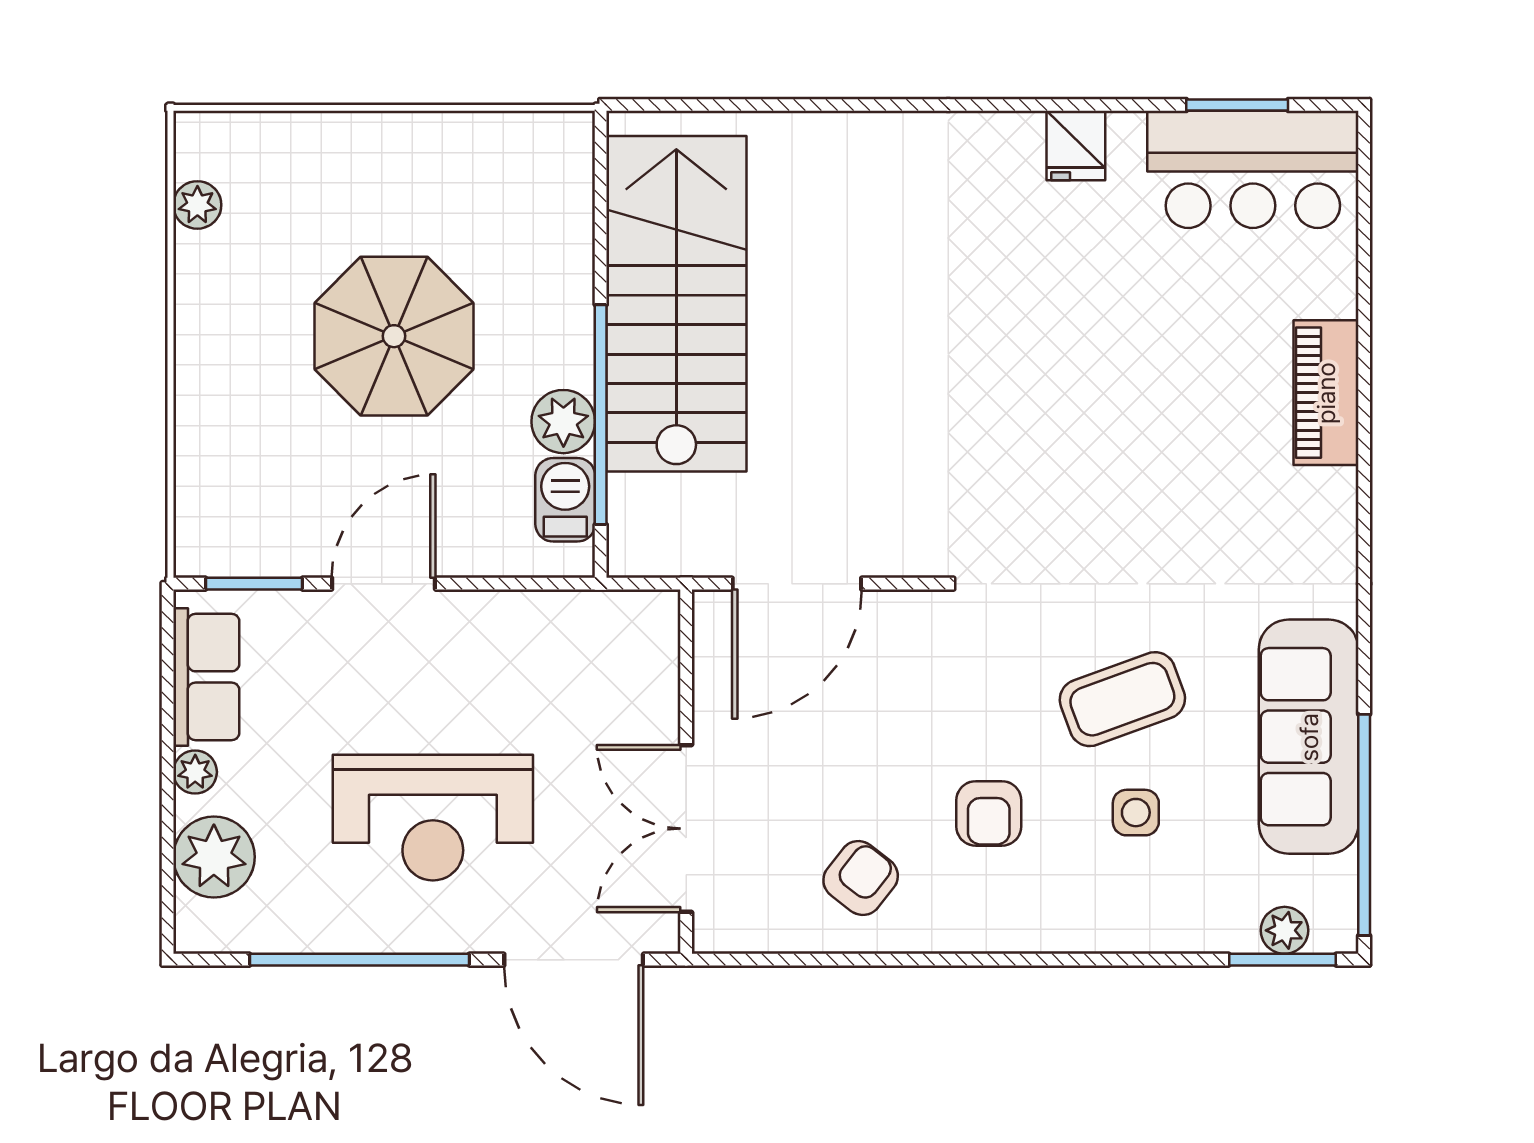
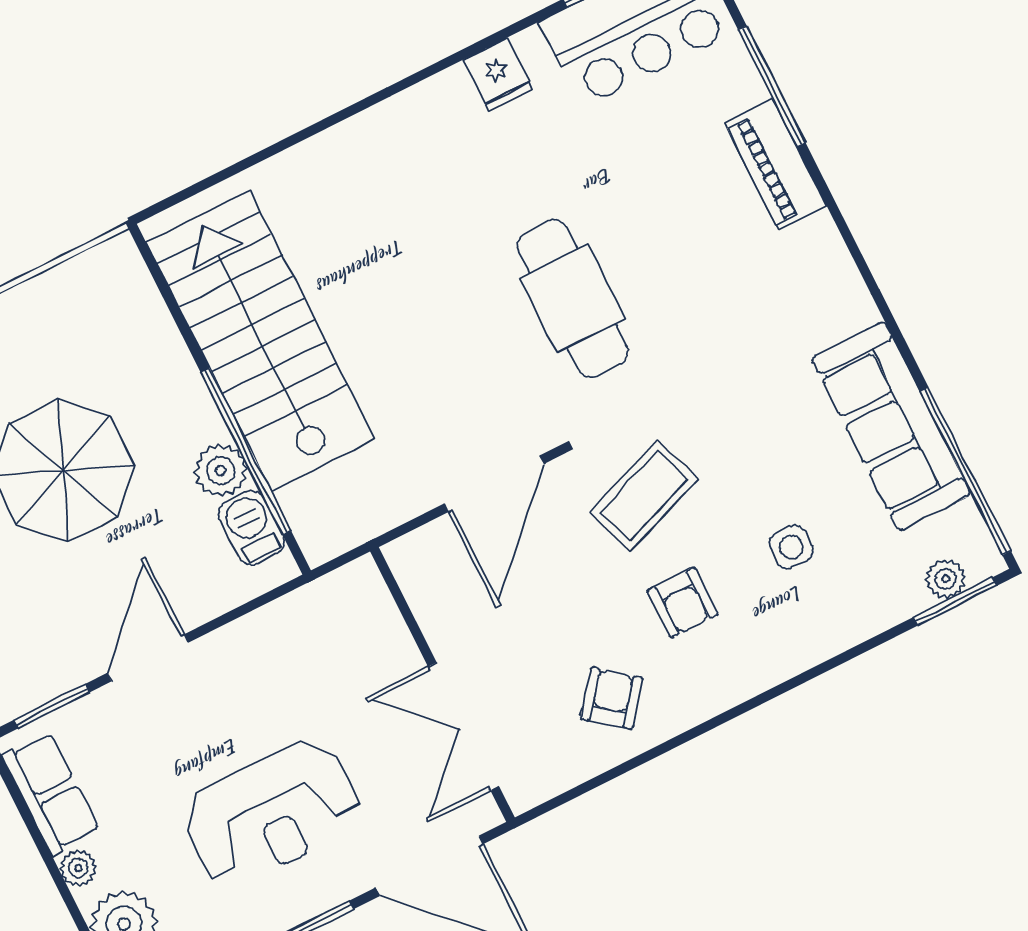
window: (1364, 306) -> (772, 86), added
cafe table: (1035, 427) -> (572, 299), added
door: (797, 584) -> (494, 484), moved
coffee table: (1122, 699) -> (644, 496), moved

